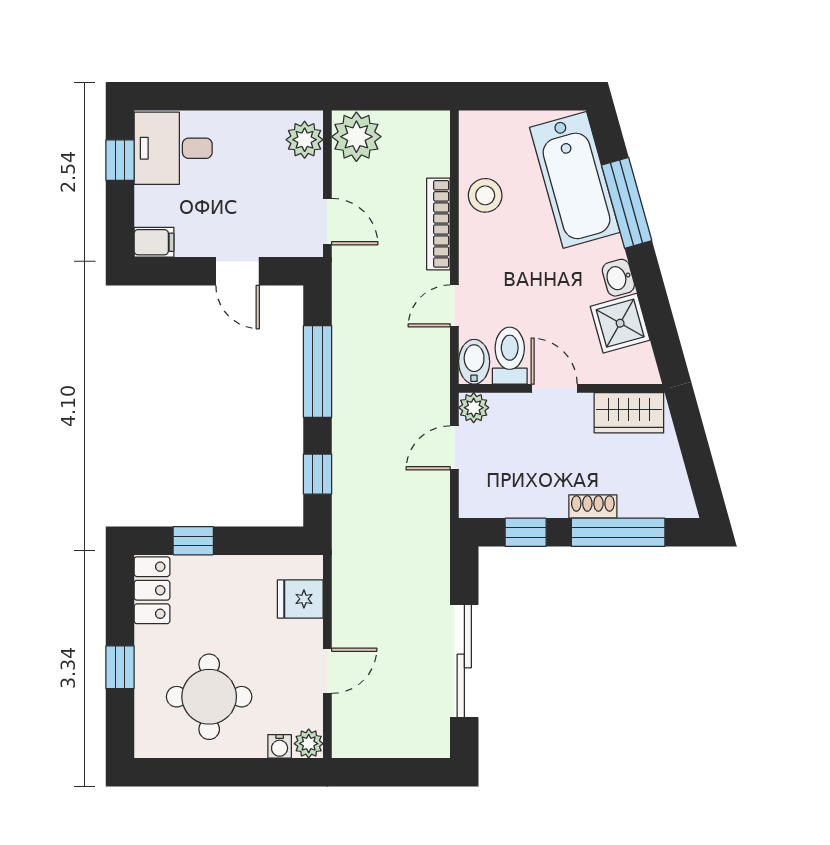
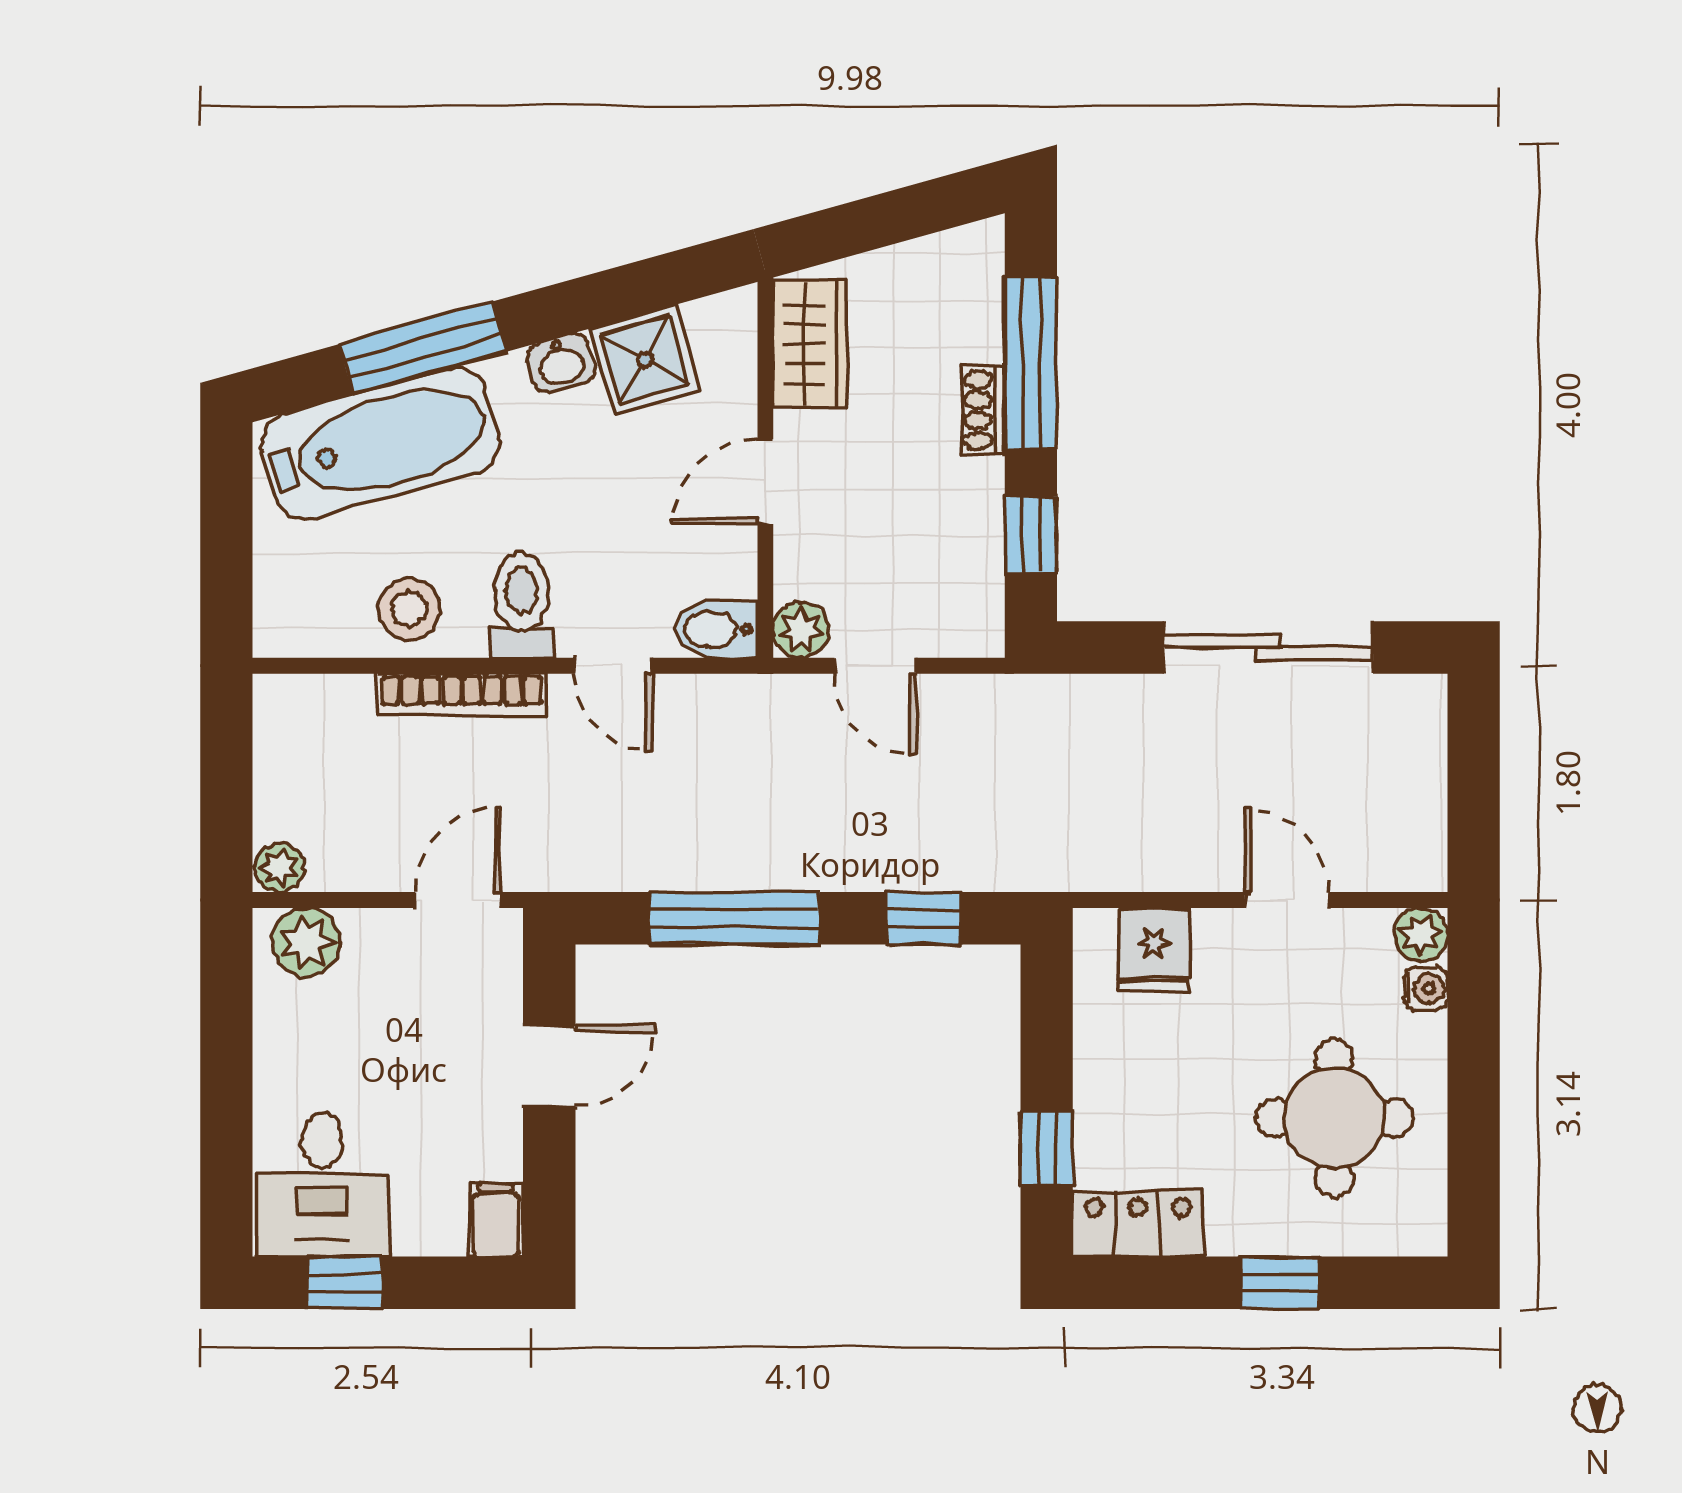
plant: (356, 137) -> (280, 868), width x0.53, depth x0.53
toilet: (510, 356) -> (522, 605), moved, turned 90

